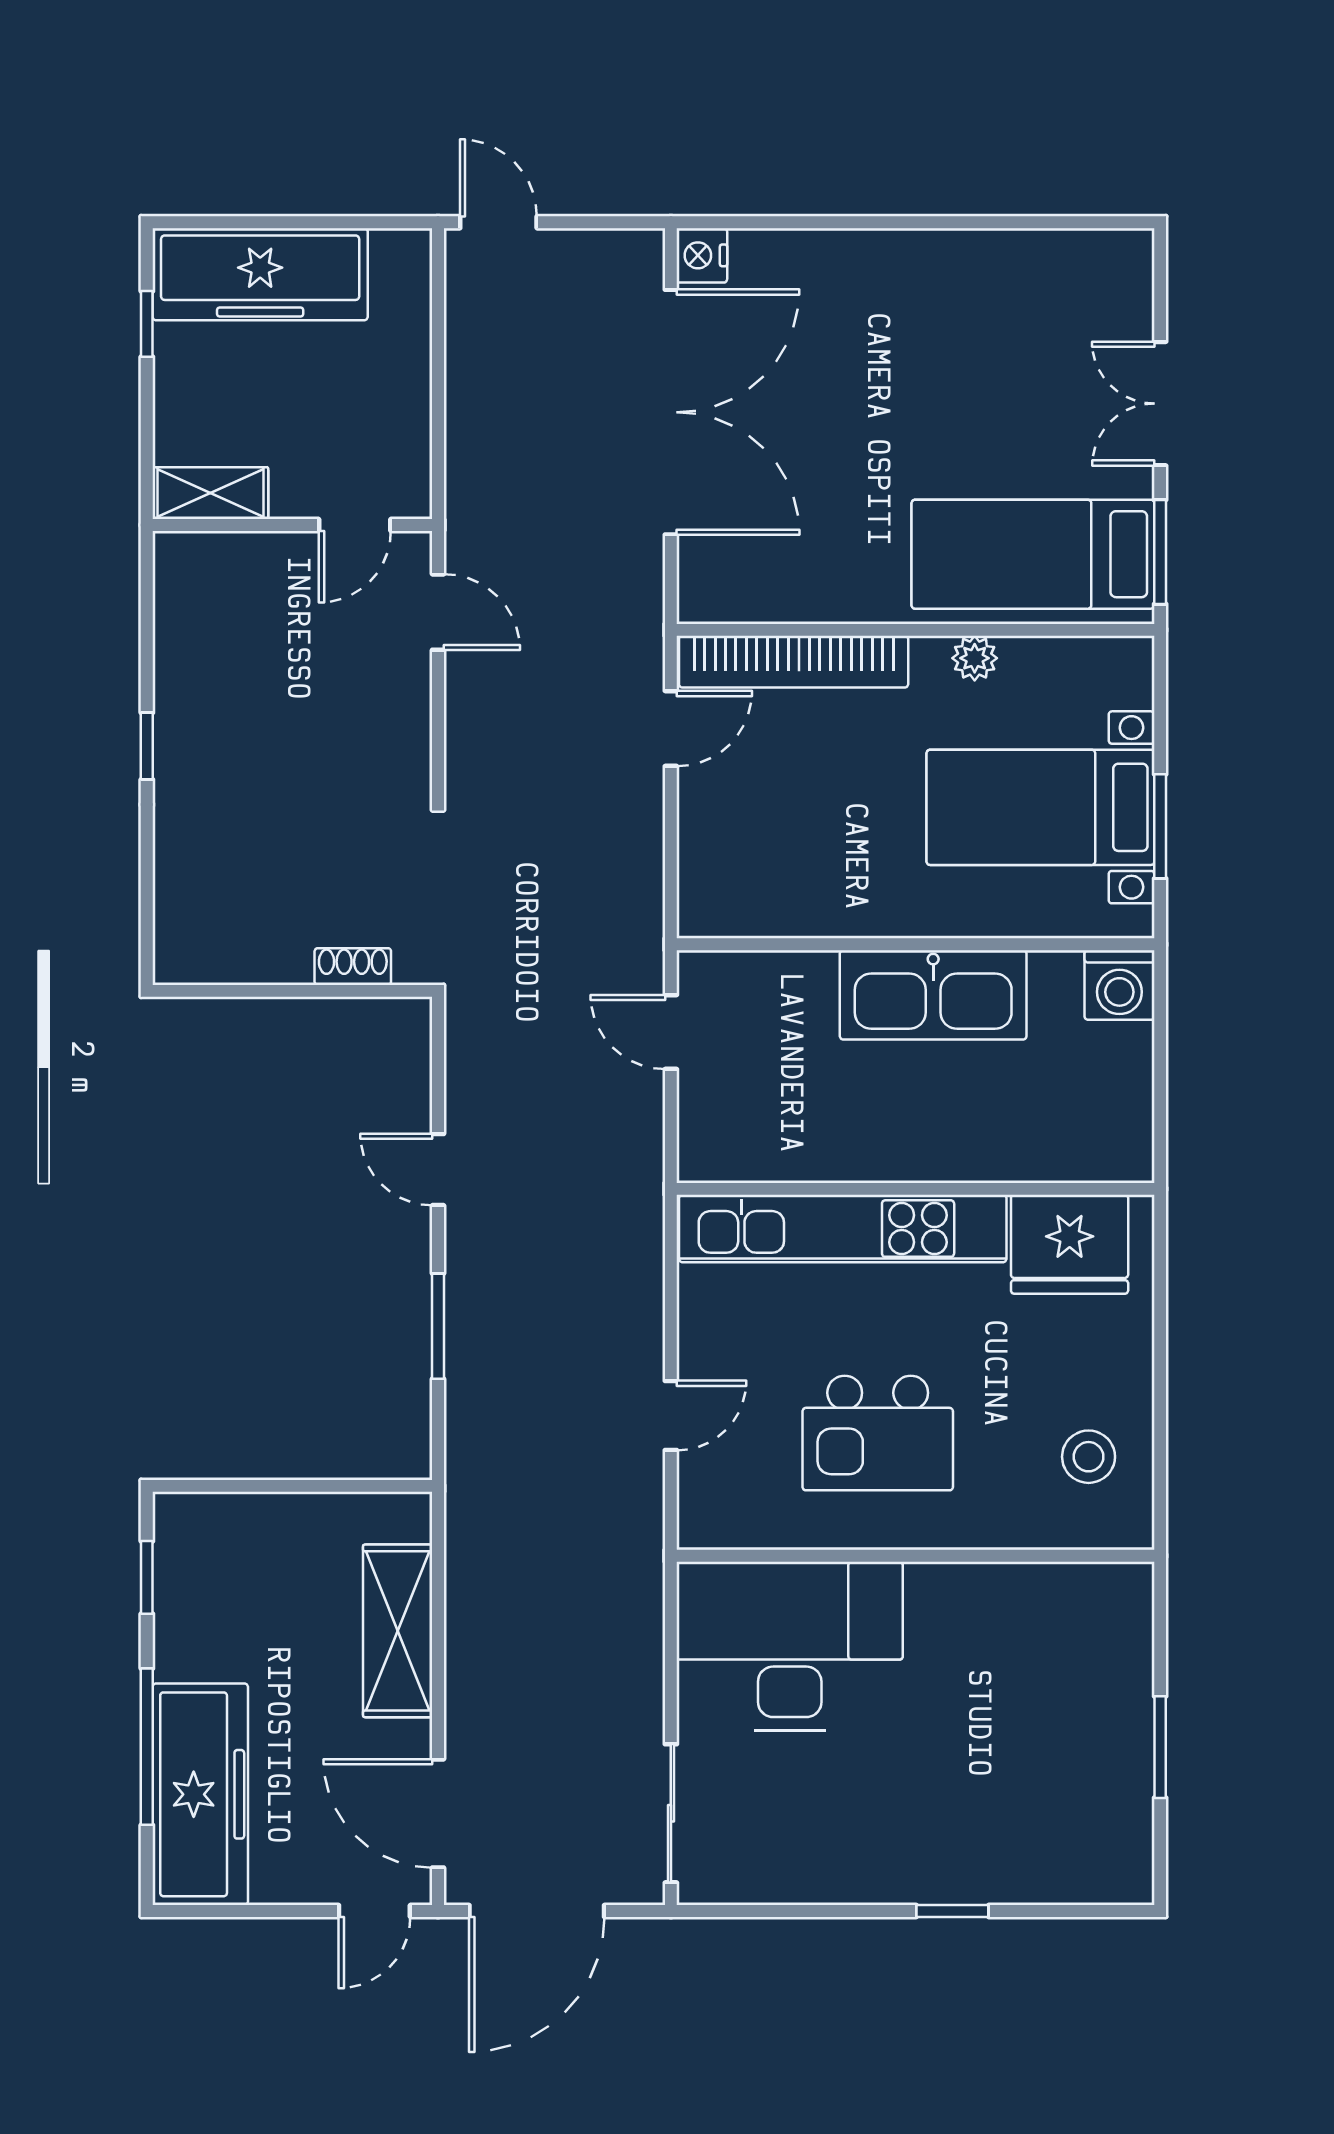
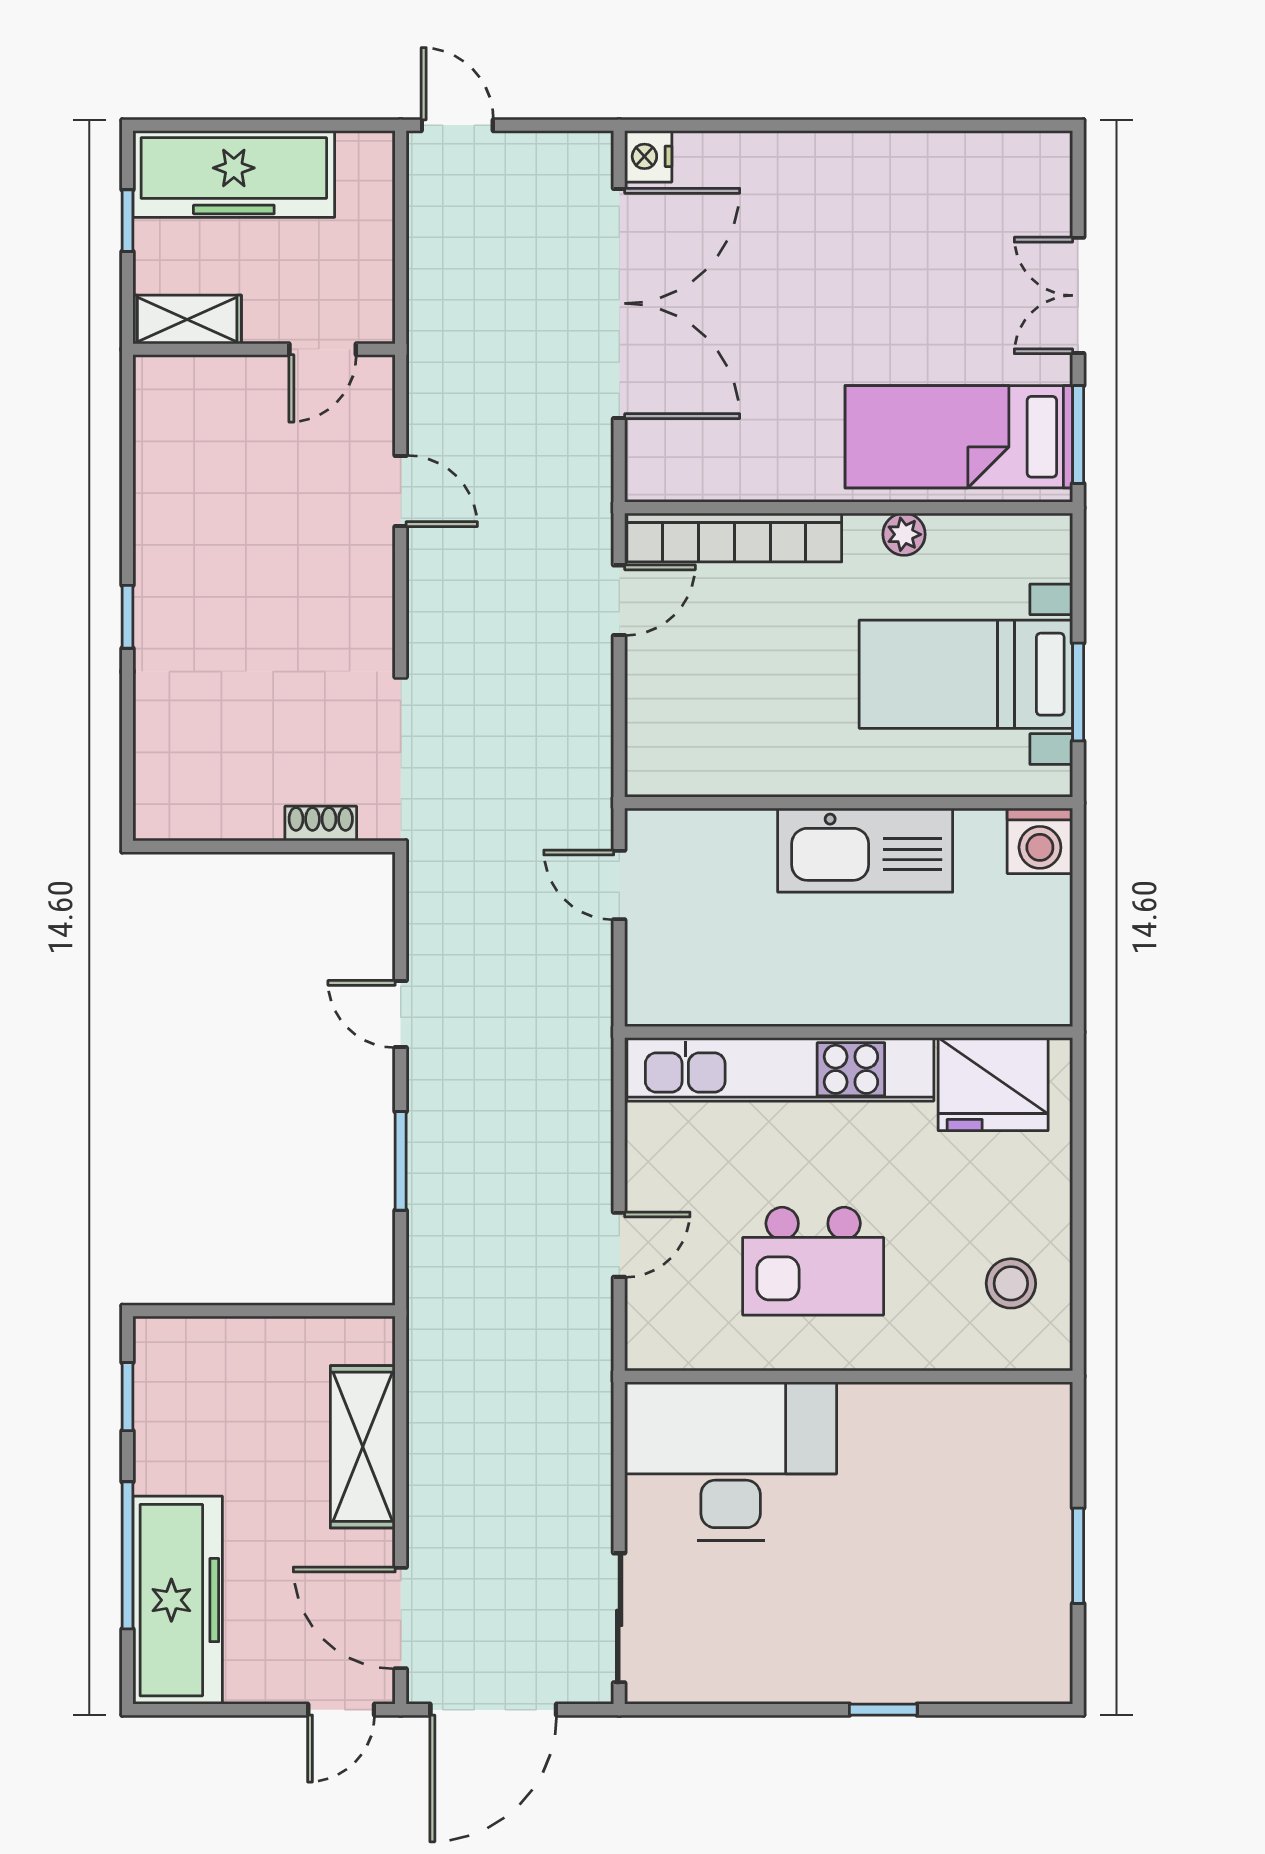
shelving: (210, 493) -> (187, 319), moved
wall: (292, 525) -> (264, 349), moved
door: (355, 525) -> (323, 349), moved

